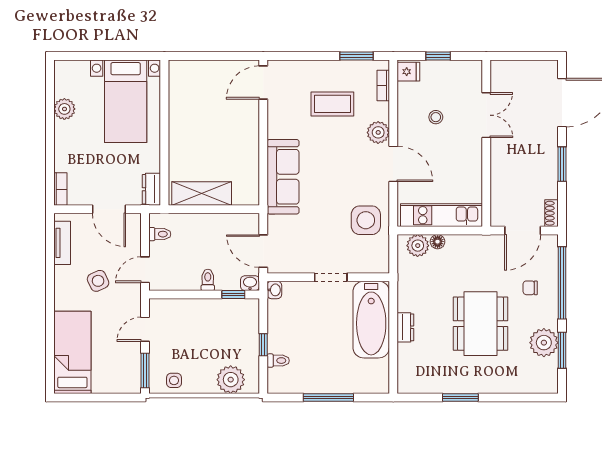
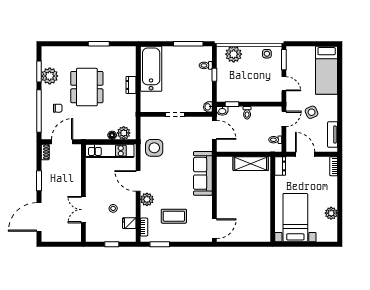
fridge: (408, 72) -> (129, 223), moved
bathtub: (371, 320) -> (151, 69), moved
door: (145, 329) -> (284, 84), hinge flipped
window: (328, 397) -> (188, 44), moved

